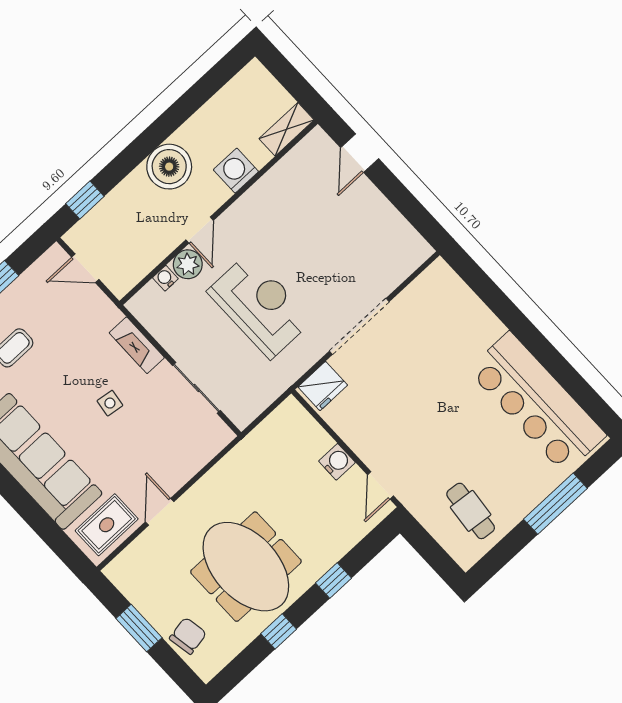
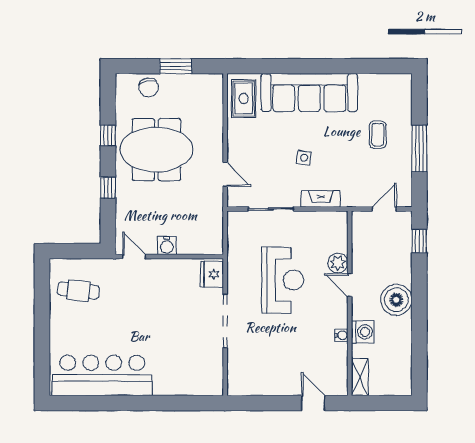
water cooler: (165, 278) -> (341, 335), moved
reception desk: (260, 306) -> (283, 280), turned -90
window: (555, 504) -> (42, 337), removed
door: (160, 512) -> (225, 175), moved

